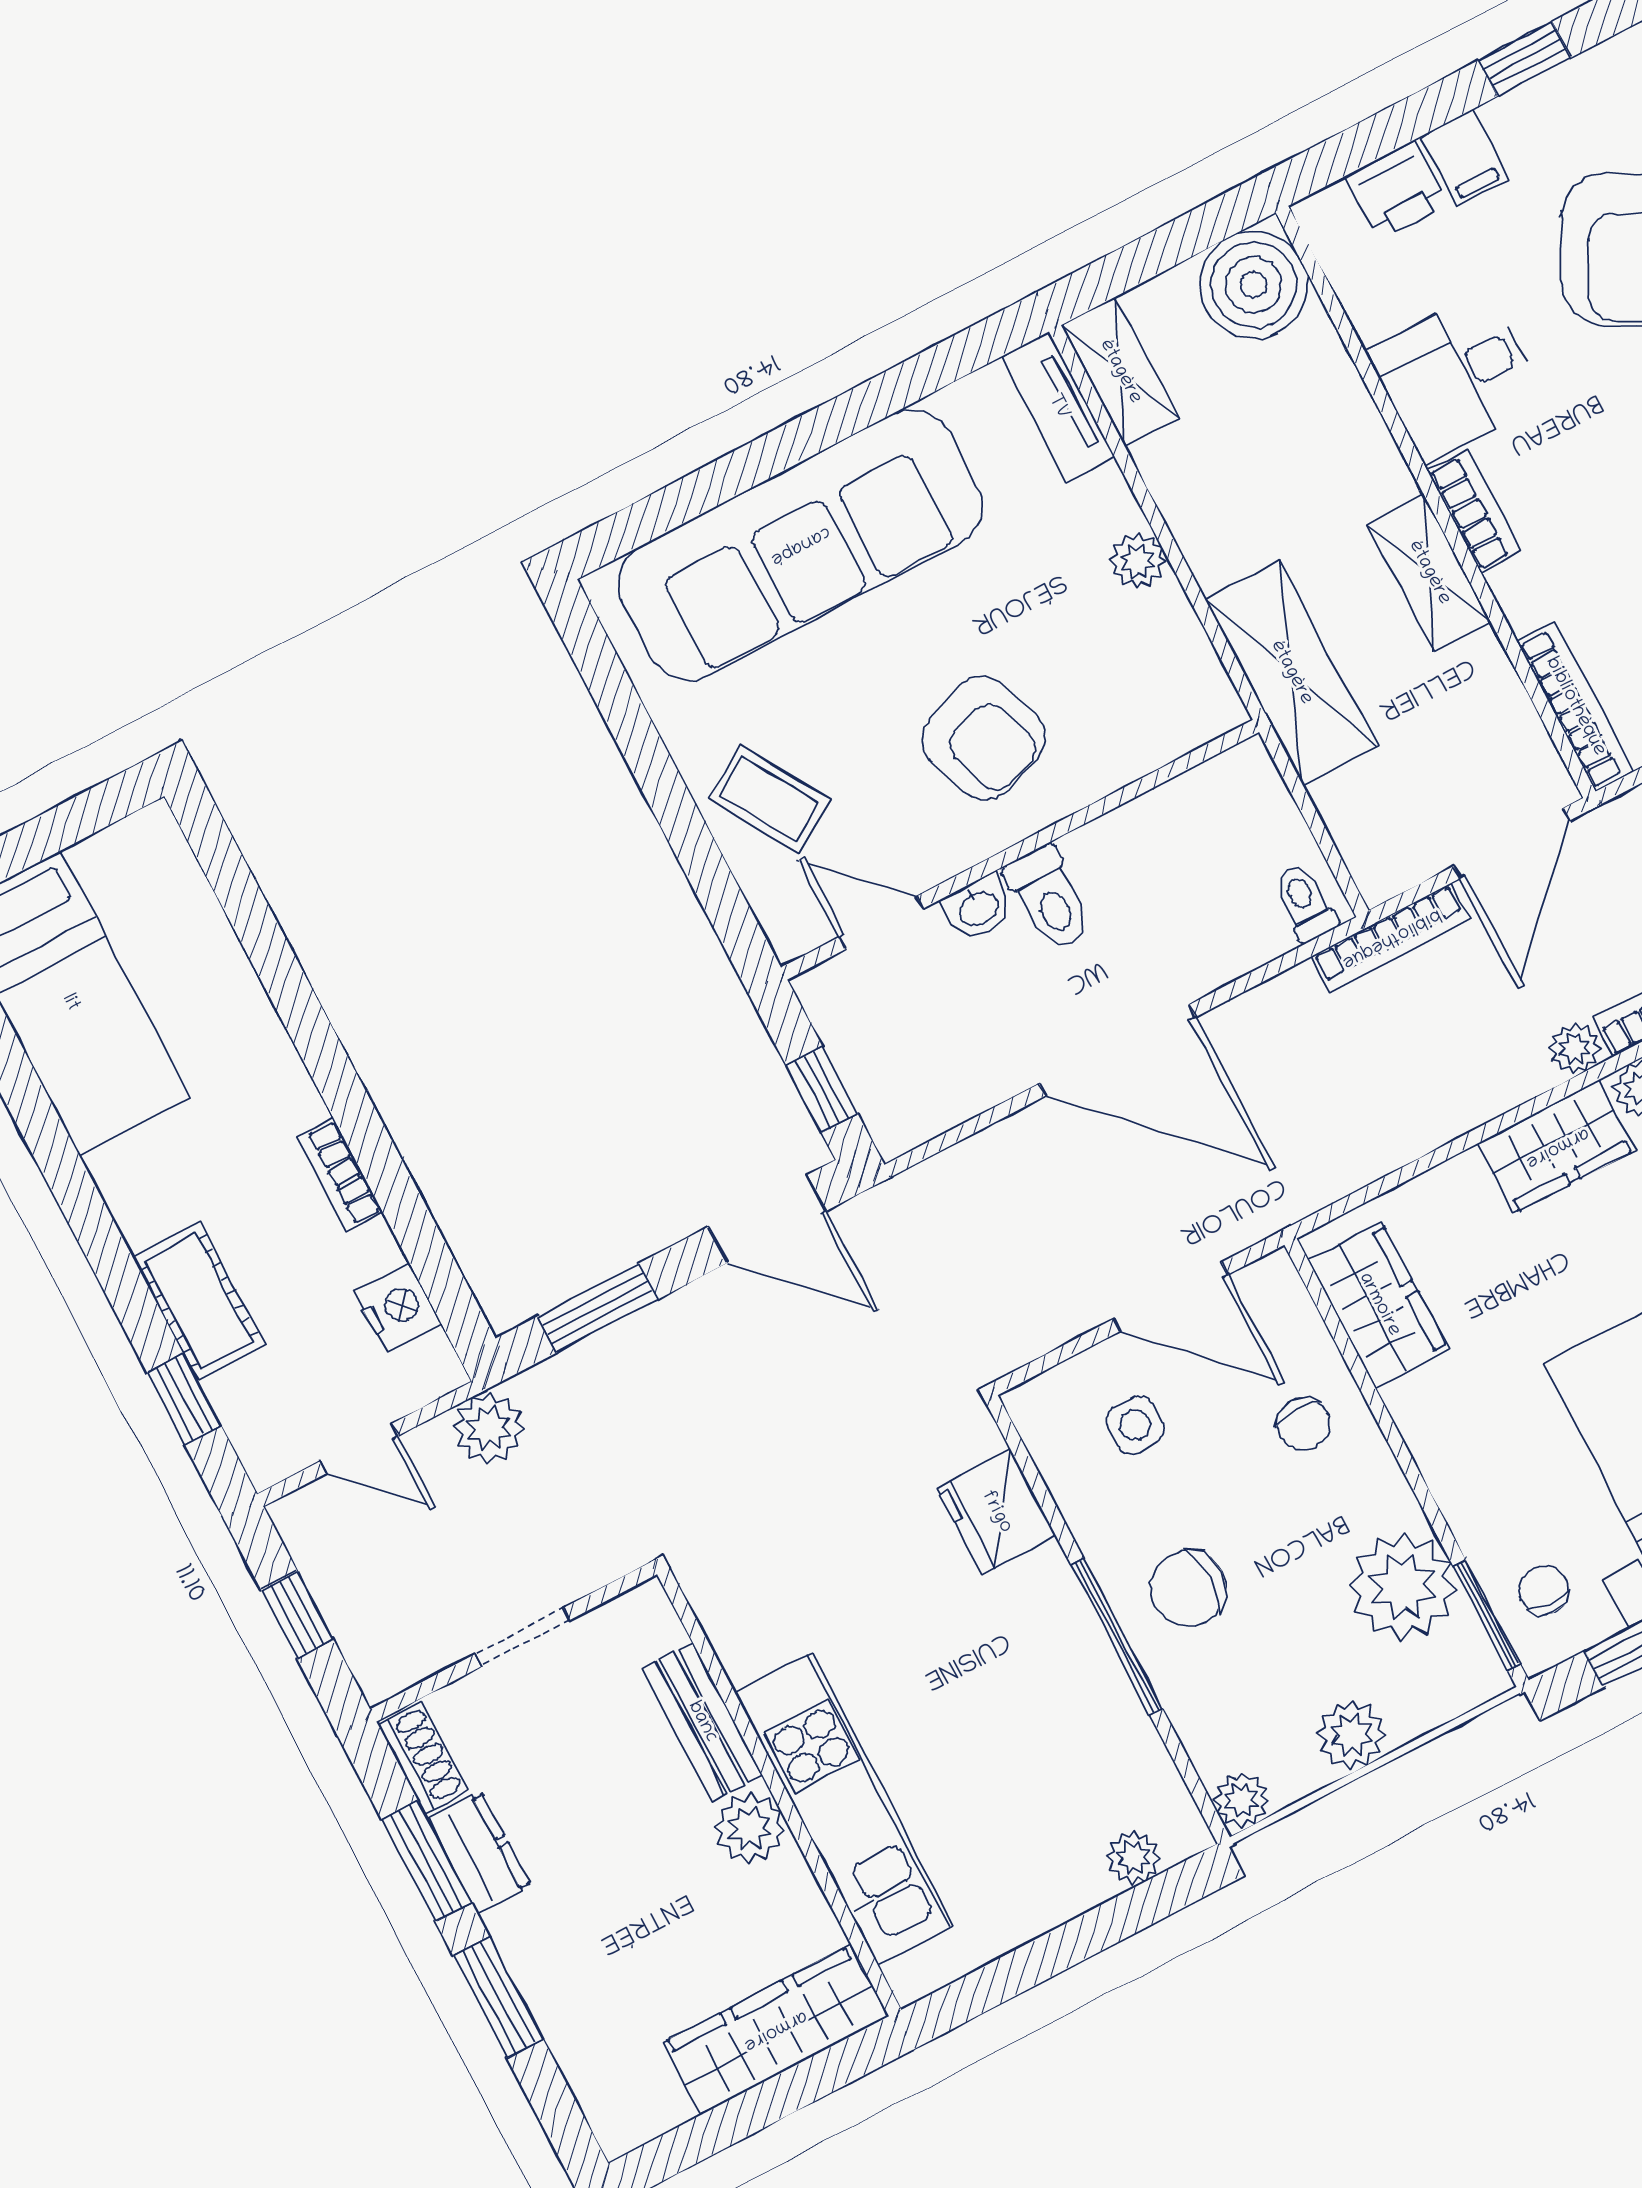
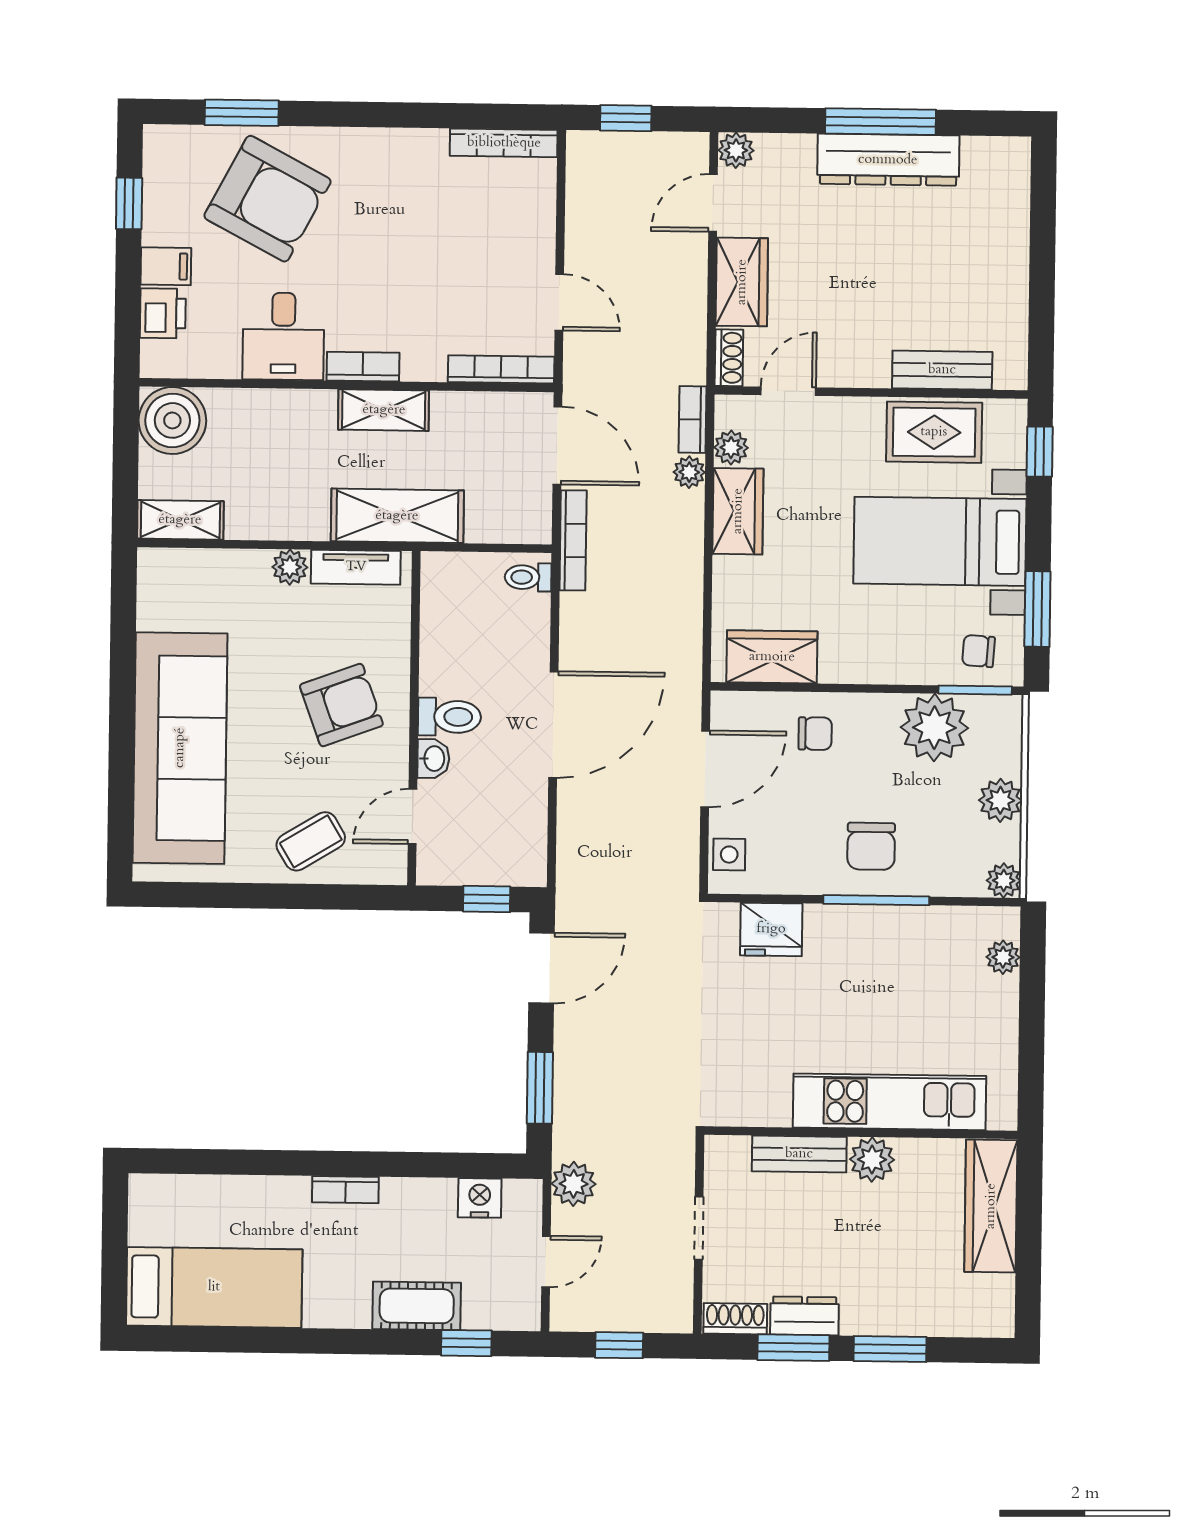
tv unit: (1058, 407) -> (356, 567), moved
bookcase: (340, 1175) -> (345, 1190), moved
side table: (1135, 1425) -> (729, 855), moved

